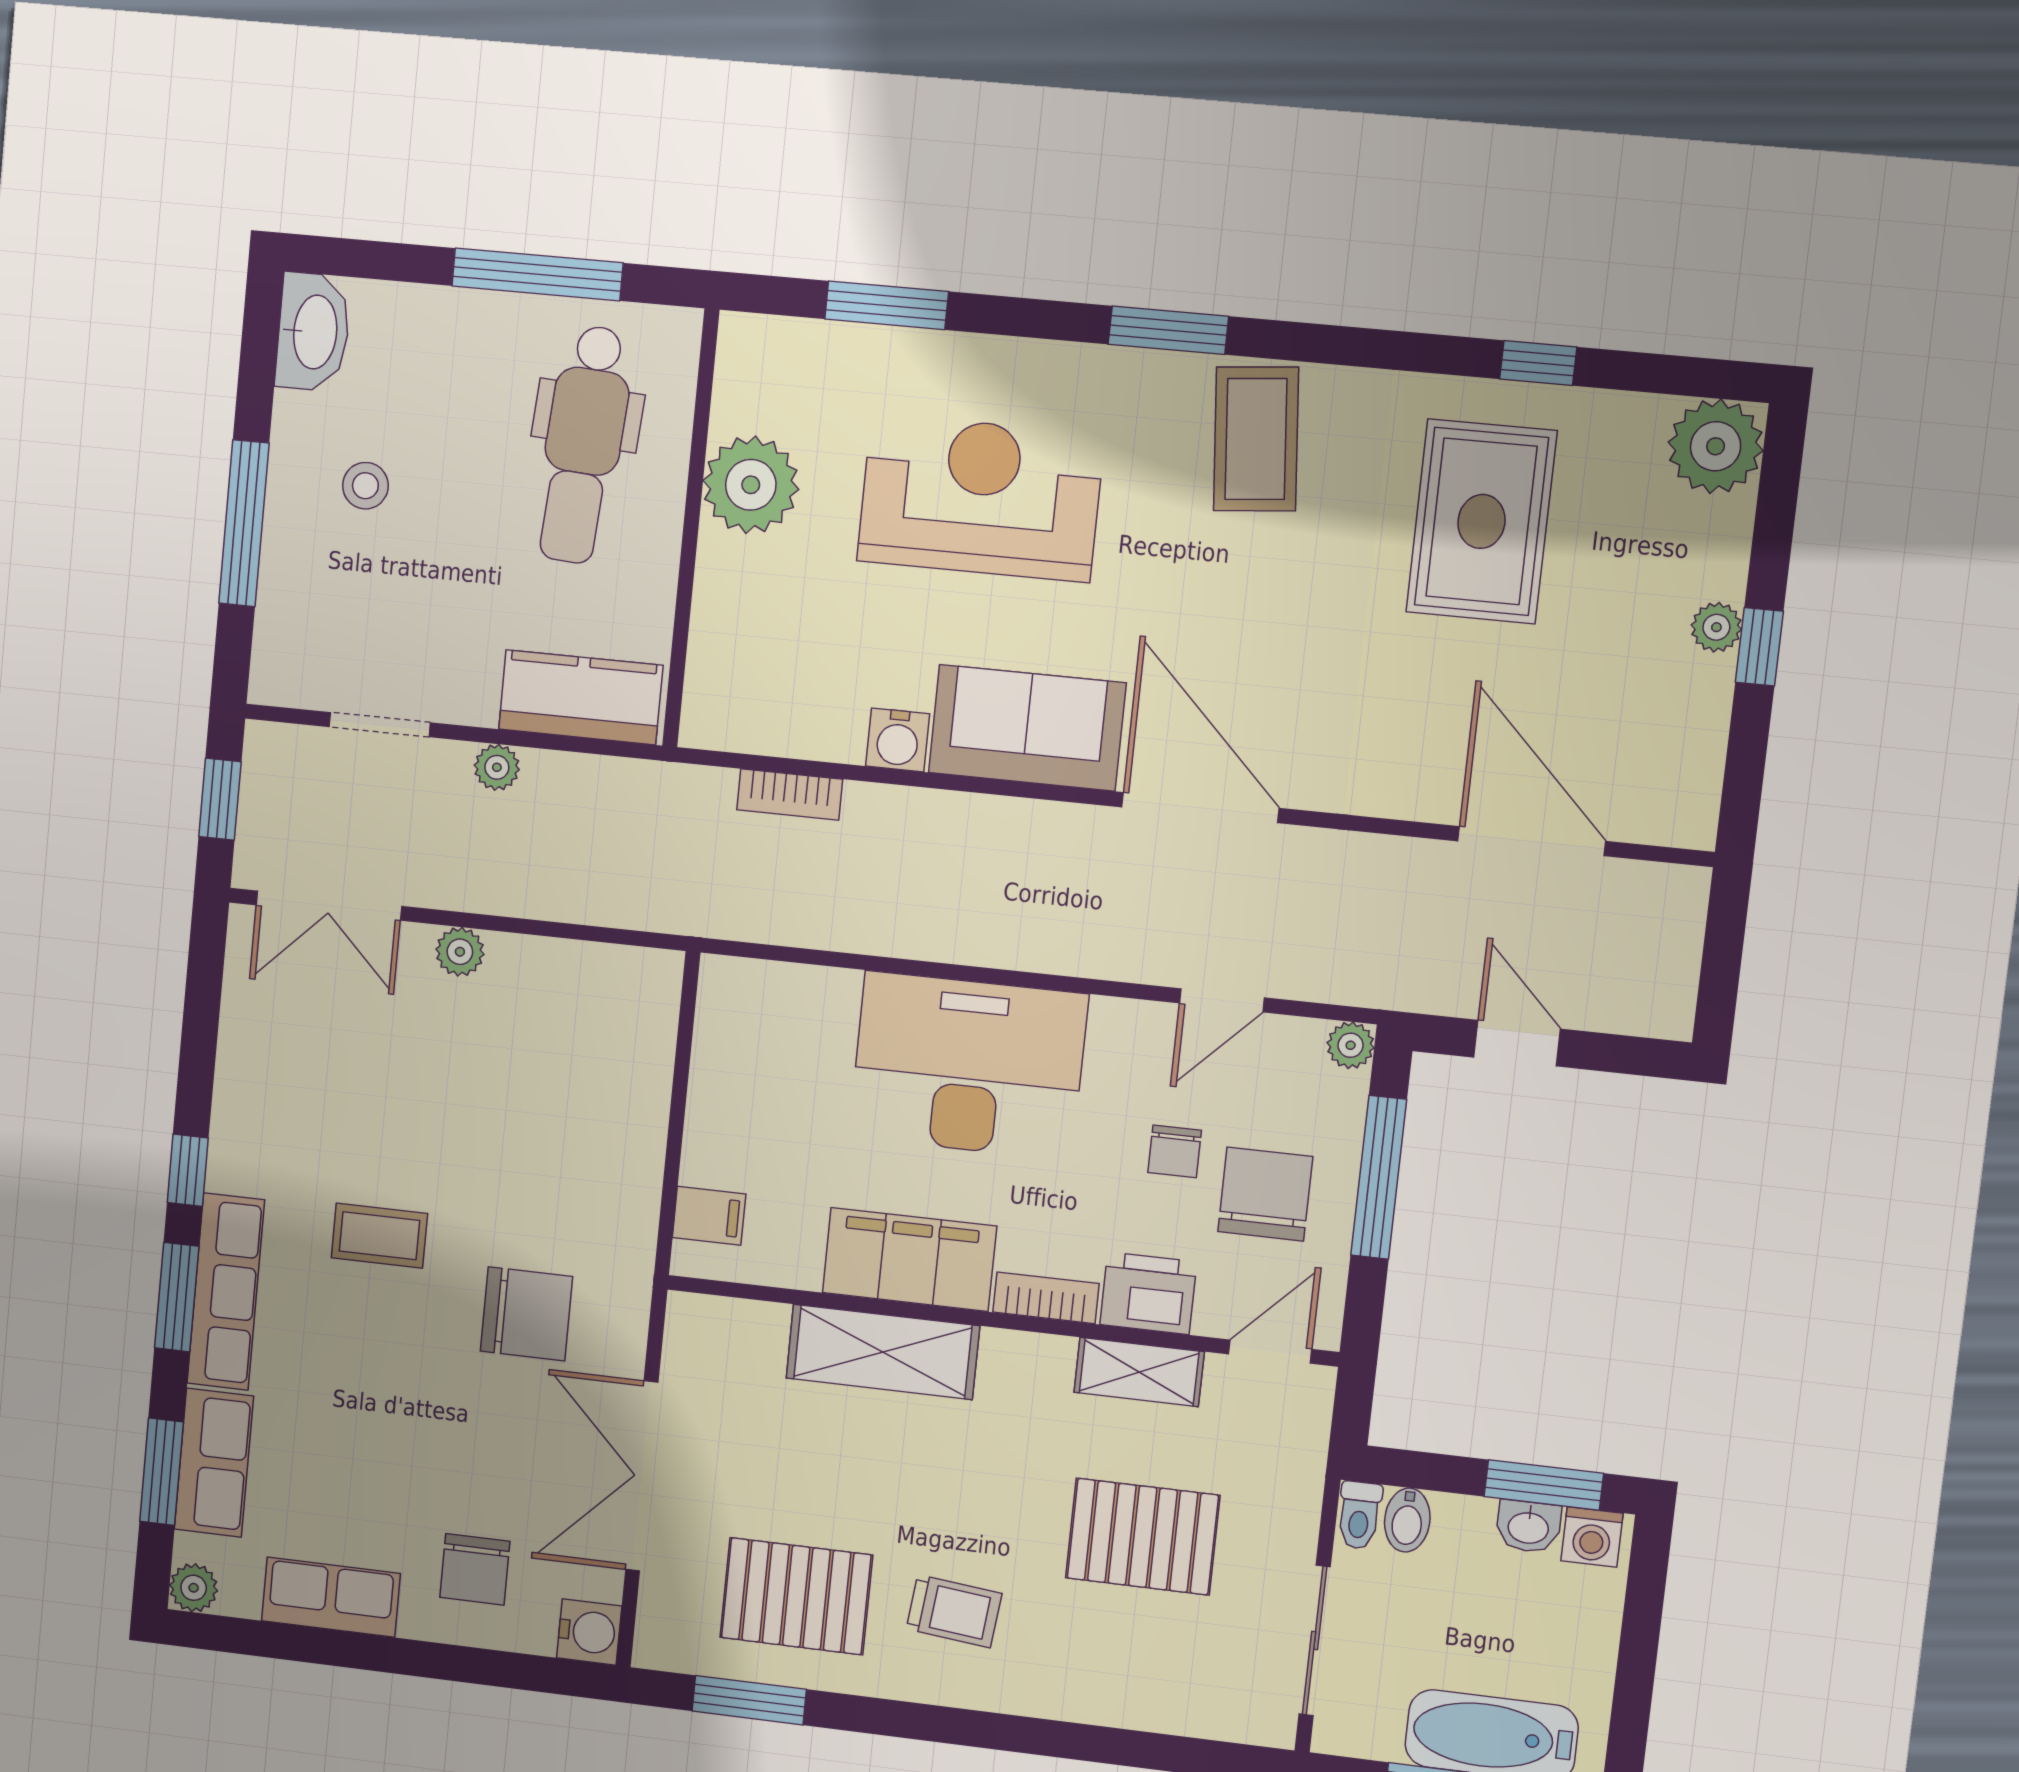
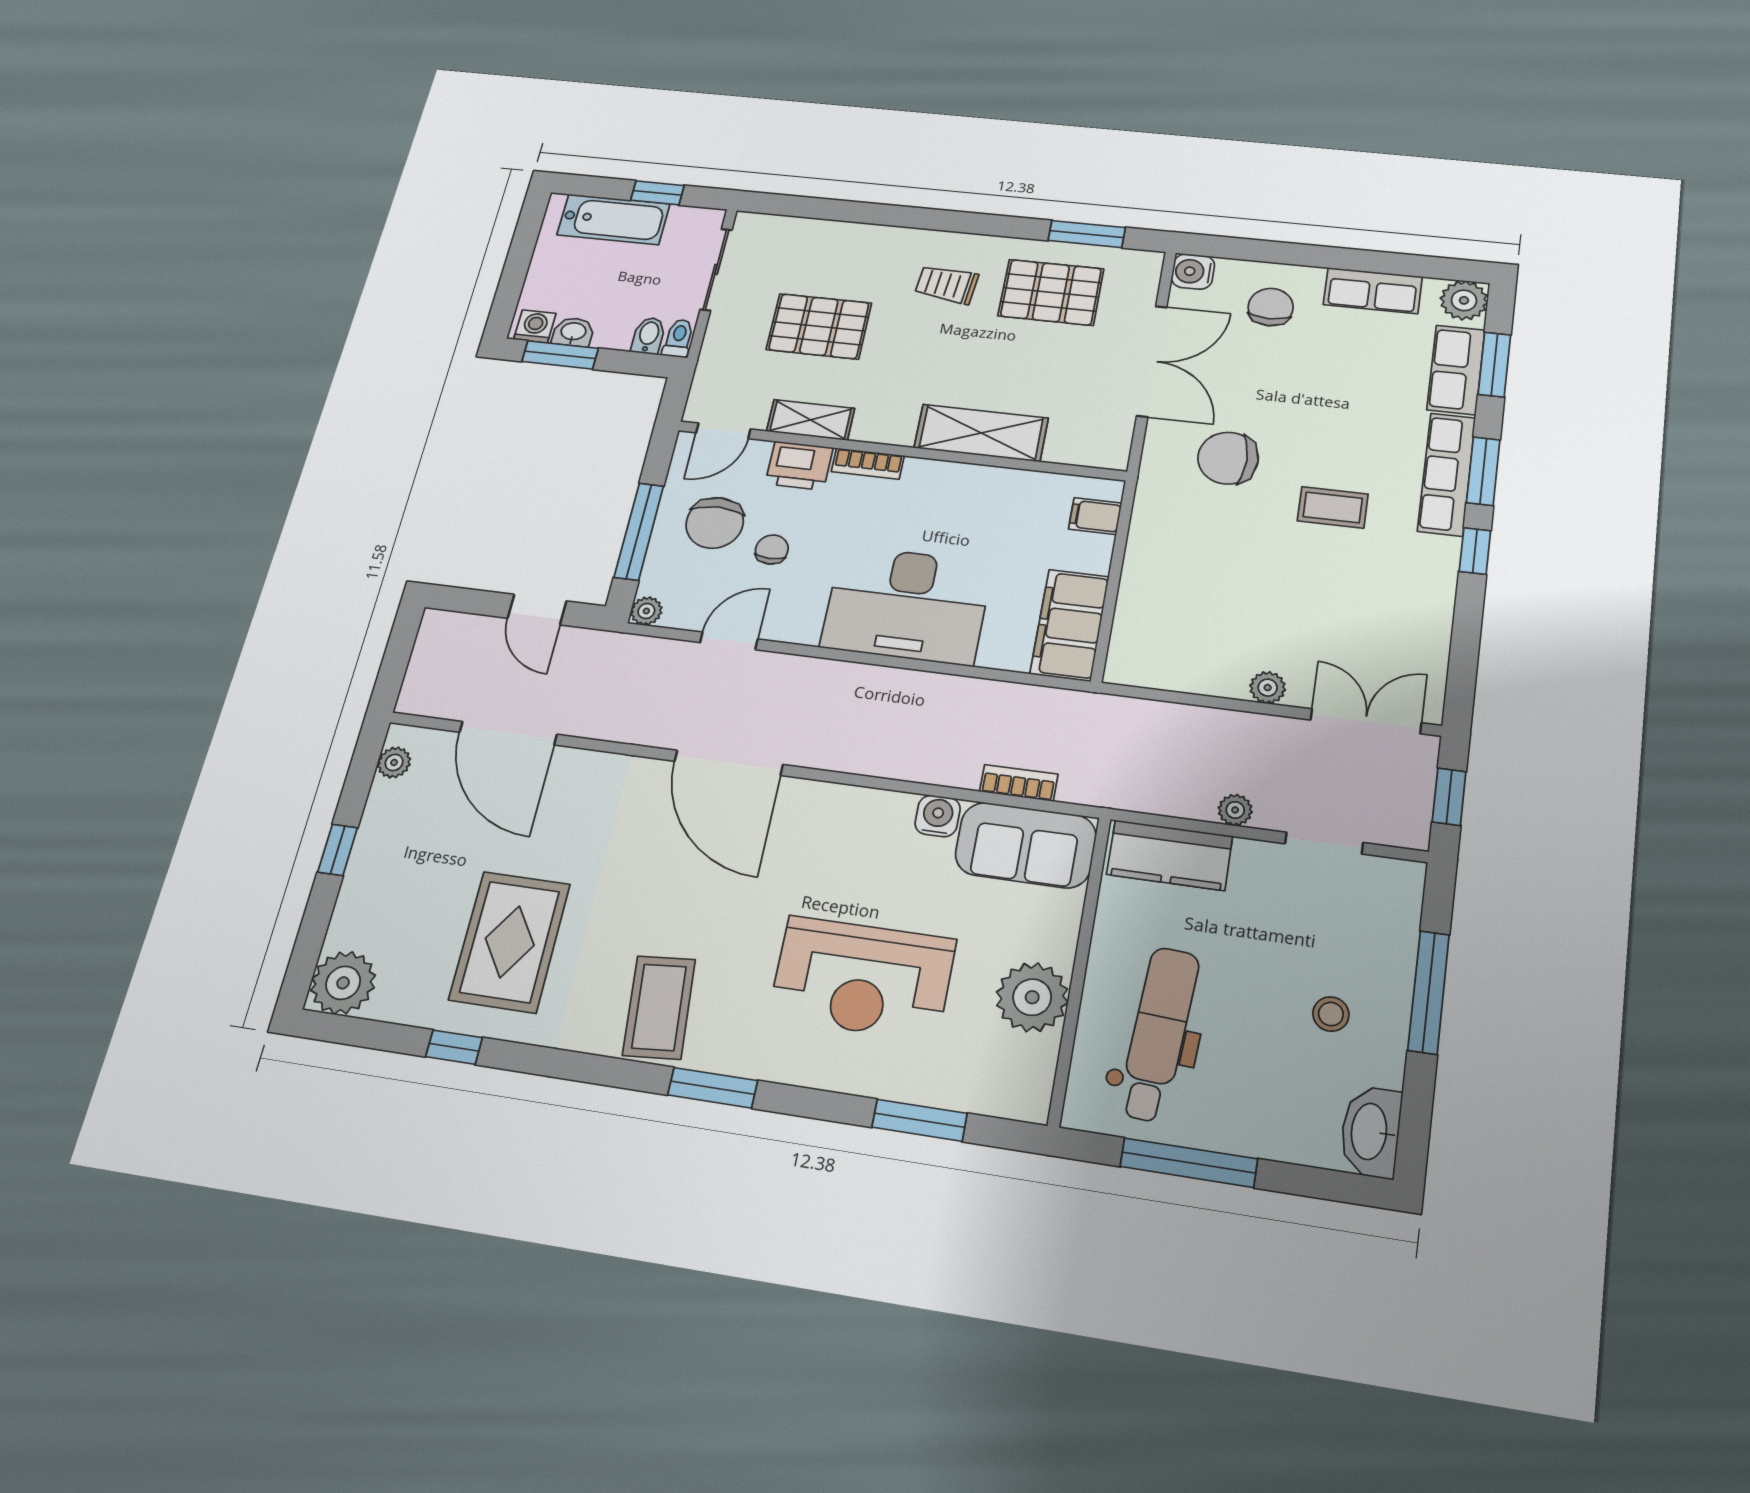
plant: (1716, 627) -> (394, 762), moved
sofa: (1027, 728) -> (1026, 845), moved
filing cabinet: (909, 1259) -> (1070, 625), moved, turned 90
plant: (194, 1588) -> (1464, 300), width x1.38, depth x1.38

